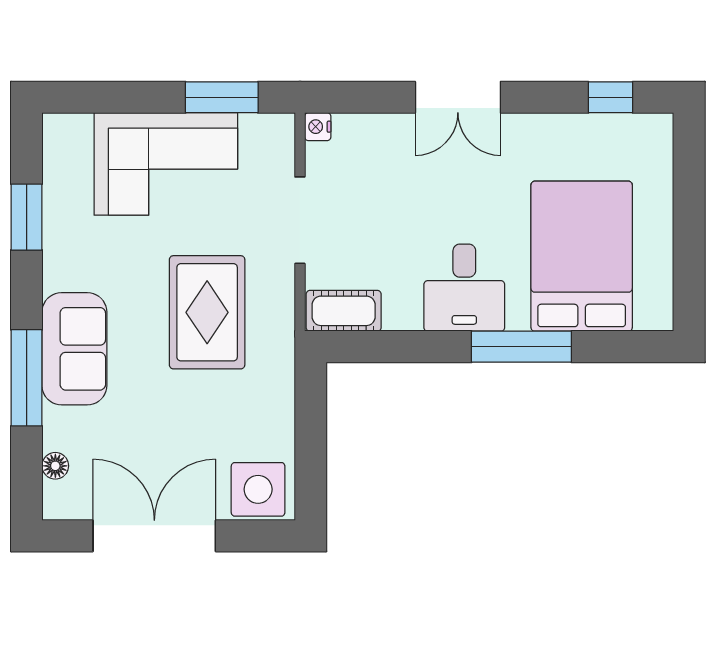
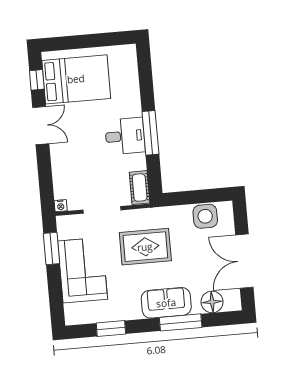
double door: (458, 97) -> (41, 126), moved
bed: (582, 256) -> (76, 79), moved, turned 180
window: (521, 347) -> (150, 133), moved
floor lamp: (55, 466) -> (212, 302), width x1.89, depth x1.89
side table: (258, 489) -> (205, 216), moved

